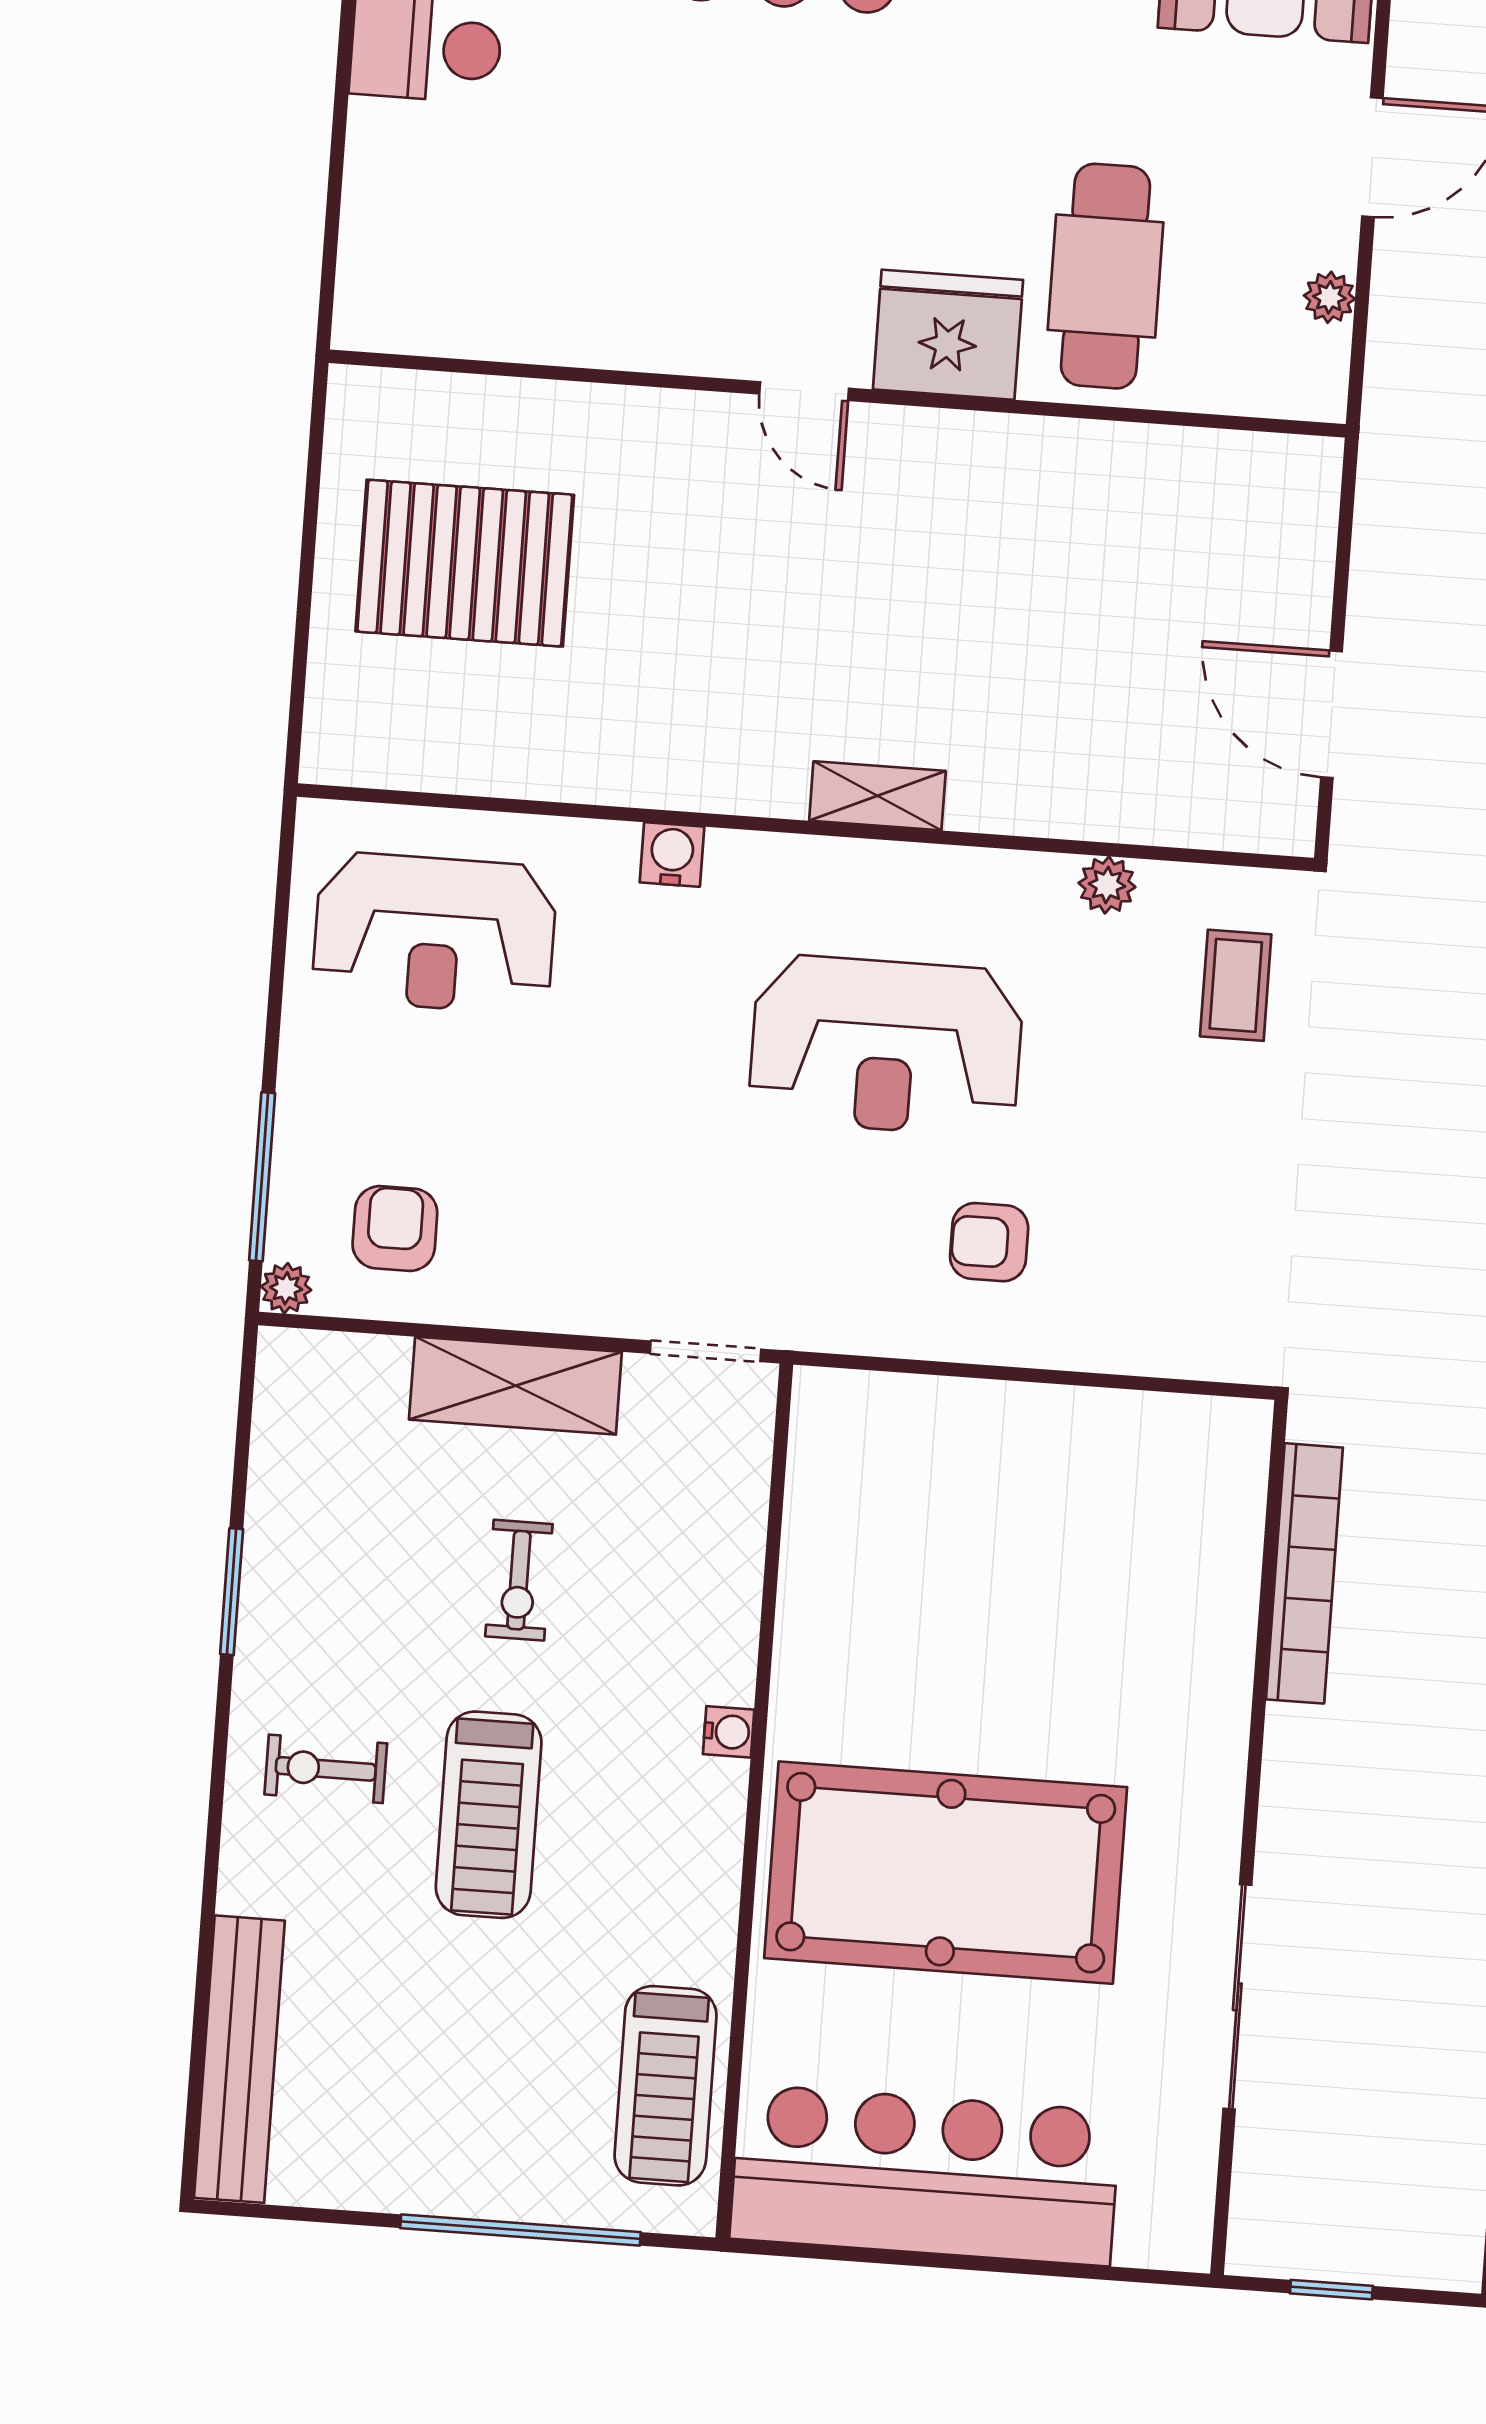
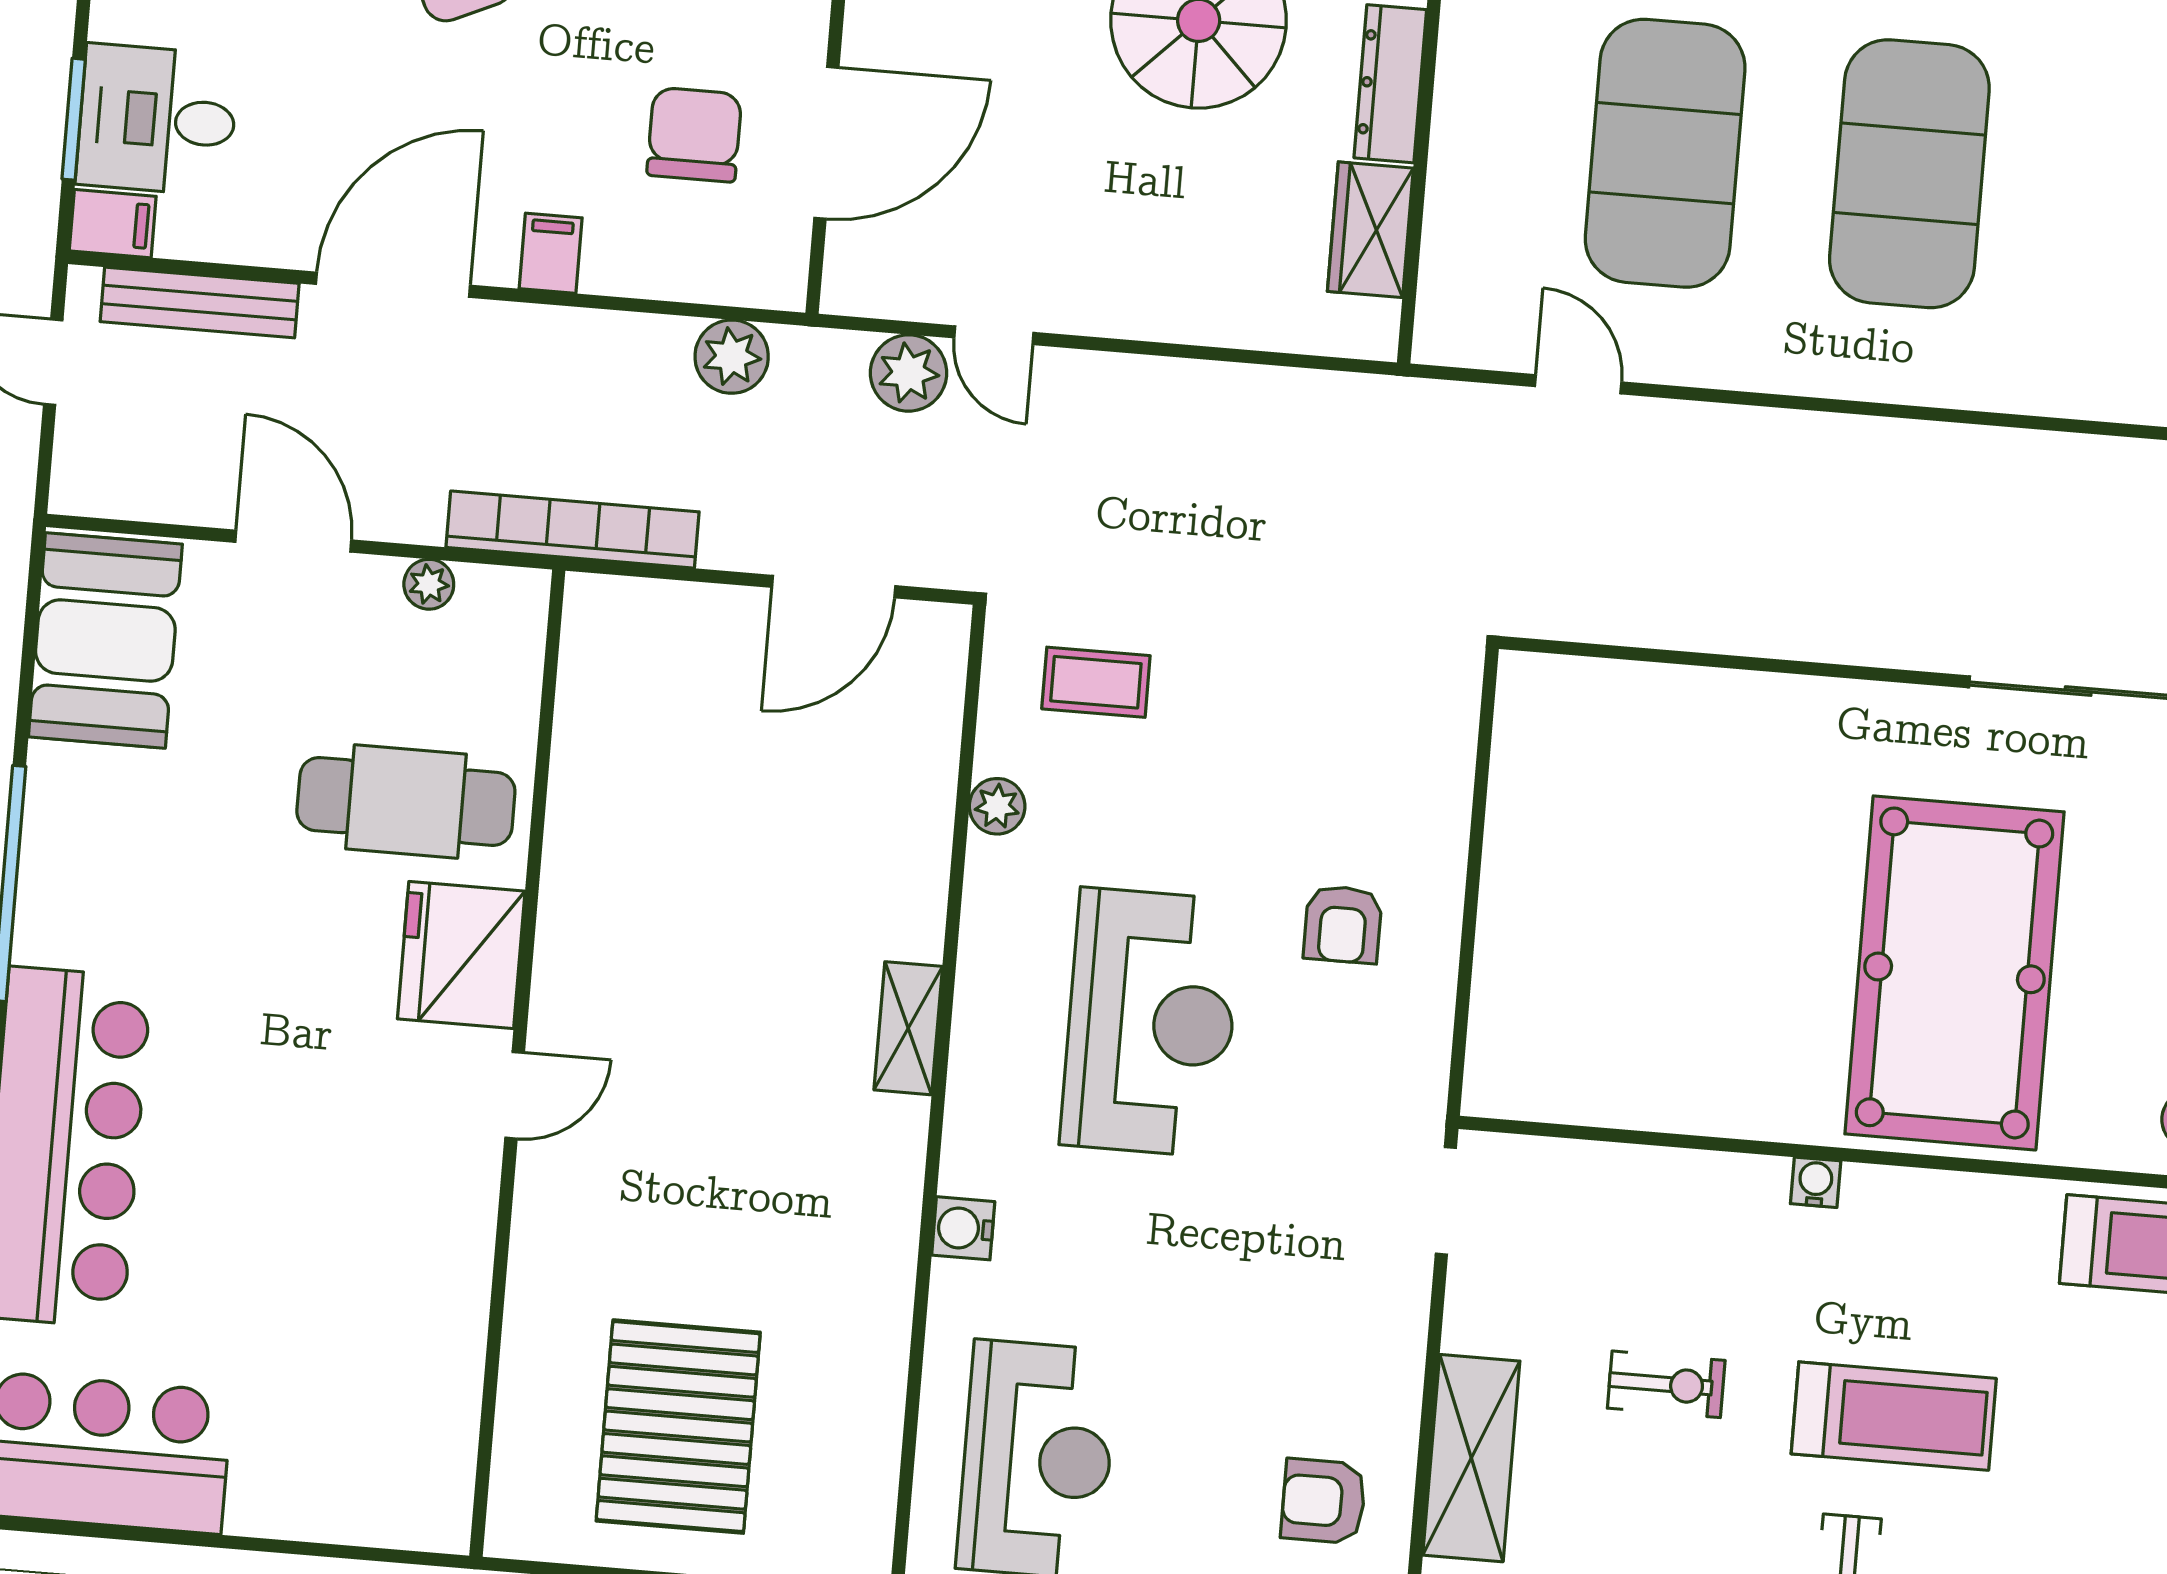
shelving: (515, 1386) -> (1471, 1458), moved
bookcase: (1304, 1573) -> (573, 530), moved

